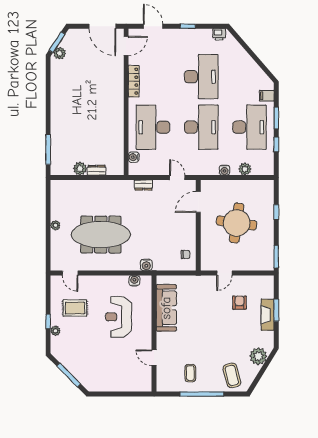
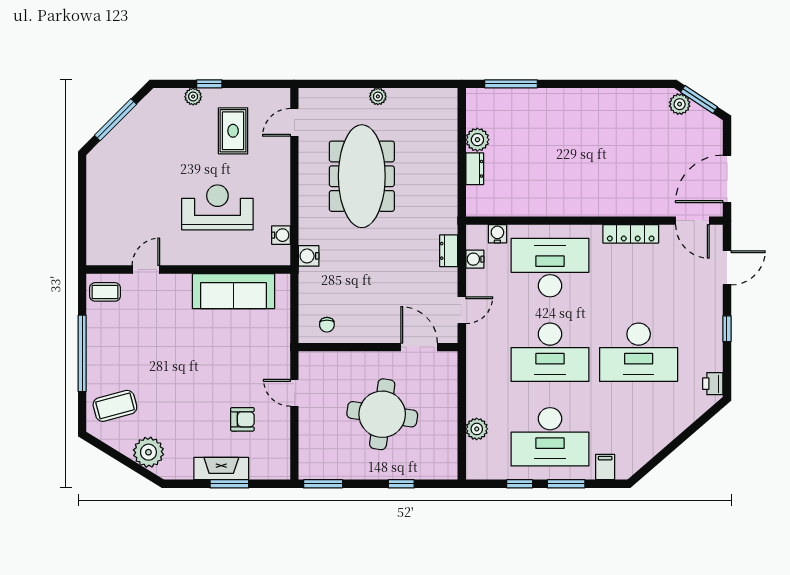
water cooler: (225, 170) -> (475, 259), moved
coffee table: (190, 373) -> (105, 292), moved

